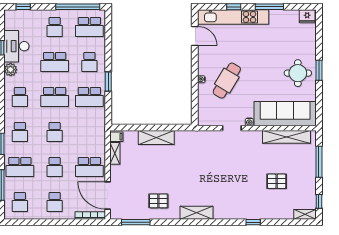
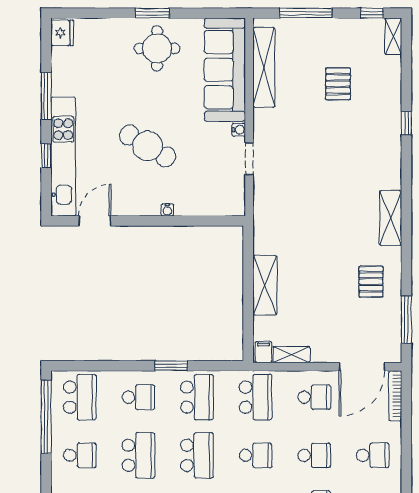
cafe table: (227, 81) -> (148, 146), moved
school desk: (89, 132) -> (256, 397), added
school desk: (89, 167) -> (314, 397), width x0.54

